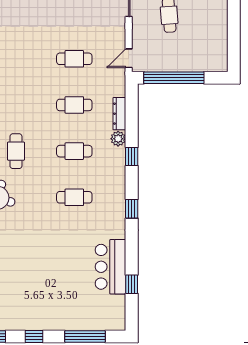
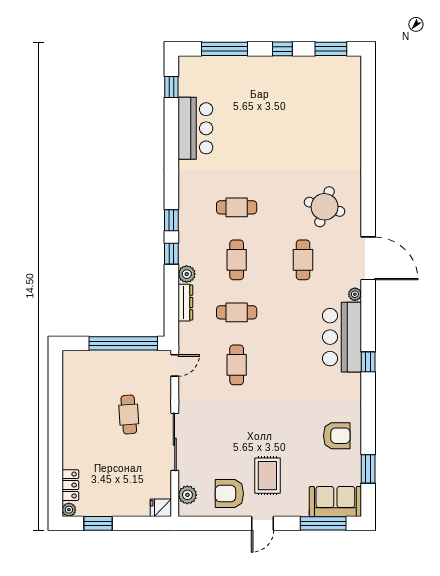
cafe table: (74, 59) -> (237, 365), turned 90
cafe table: (74, 151) -> (237, 260), turned 90
window: (132, 209) -> (171, 220), moved
window: (132, 284) -> (171, 87), moved

